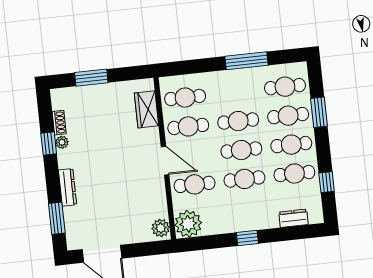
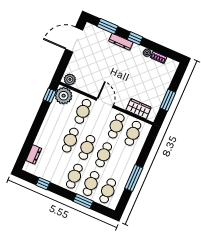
window: (91, 78) -> (168, 100), moved
window: (49, 143) -> (135, 38), moved
door: (165, 161) -> (105, 103), swing flipped
cafe table: (294, 174) -> (58, 169), removed
window: (247, 238) -> (50, 95), moved

